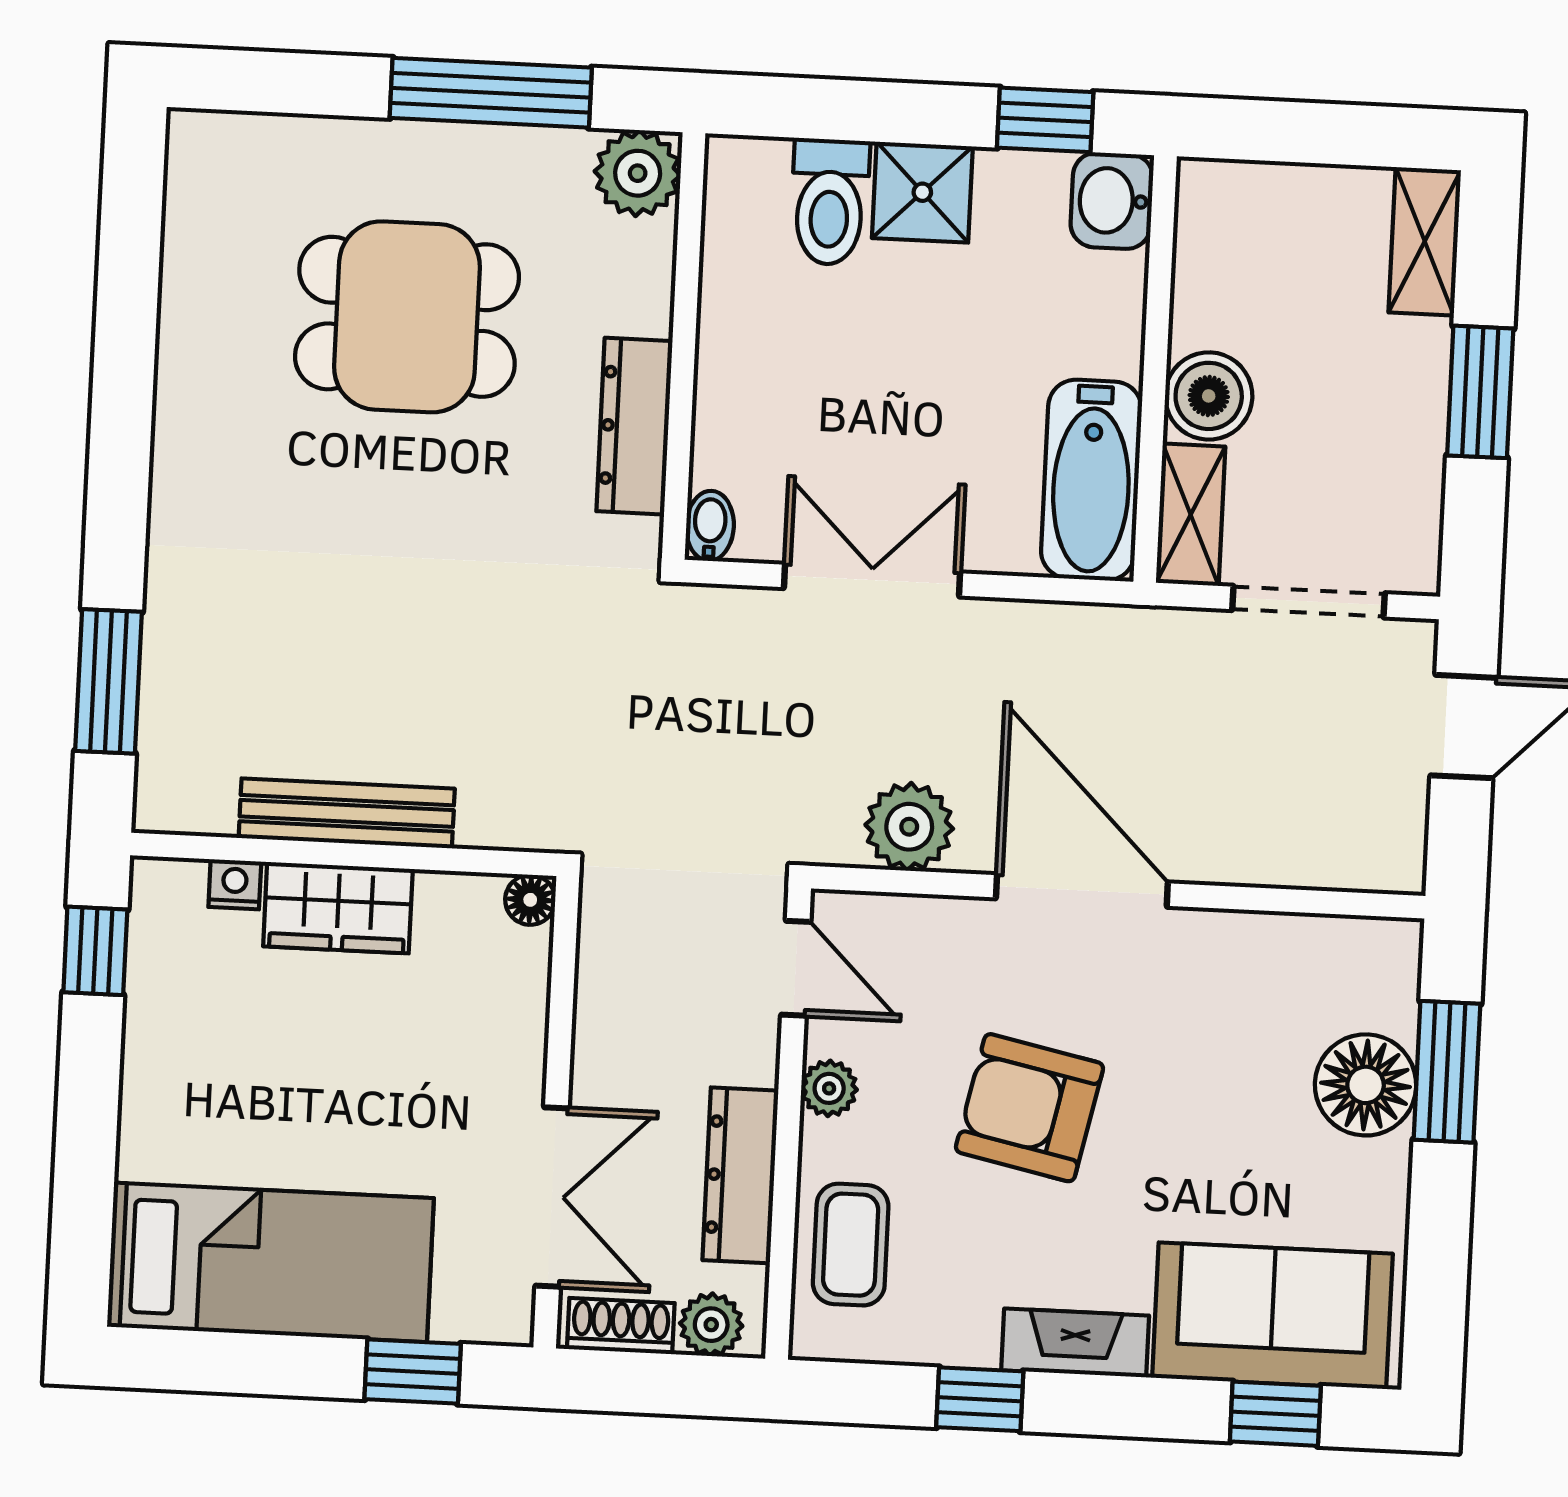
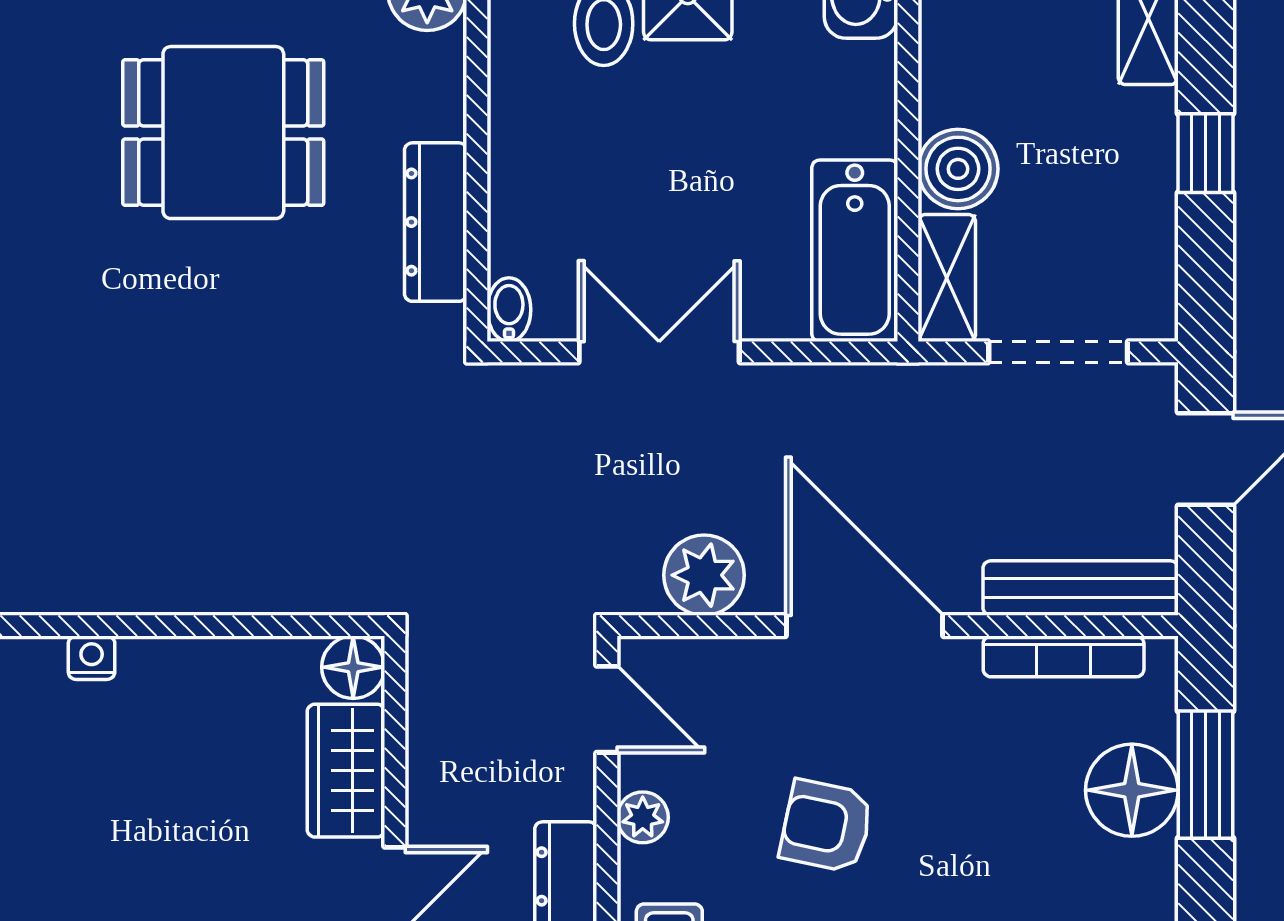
window: (1480, 392) -> (1205, 153), width x0.67
bench: (347, 813) -> (1081, 588), moved
floor lamp: (530, 900) -> (353, 667), width x1.37, depth x1.37
wardrobe: (338, 908) -> (346, 771), moved, turned 90
bookcase: (1298, 935) -> (1064, 656), added
armchair: (1030, 1108) -> (826, 826), width x0.72, depth x0.72

